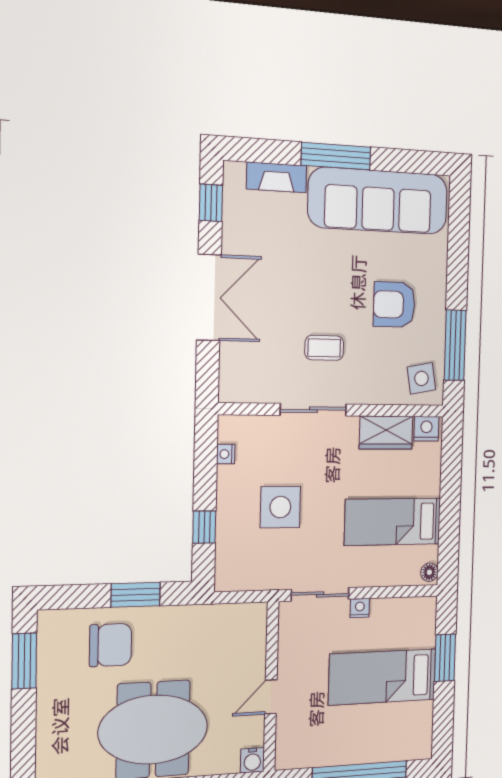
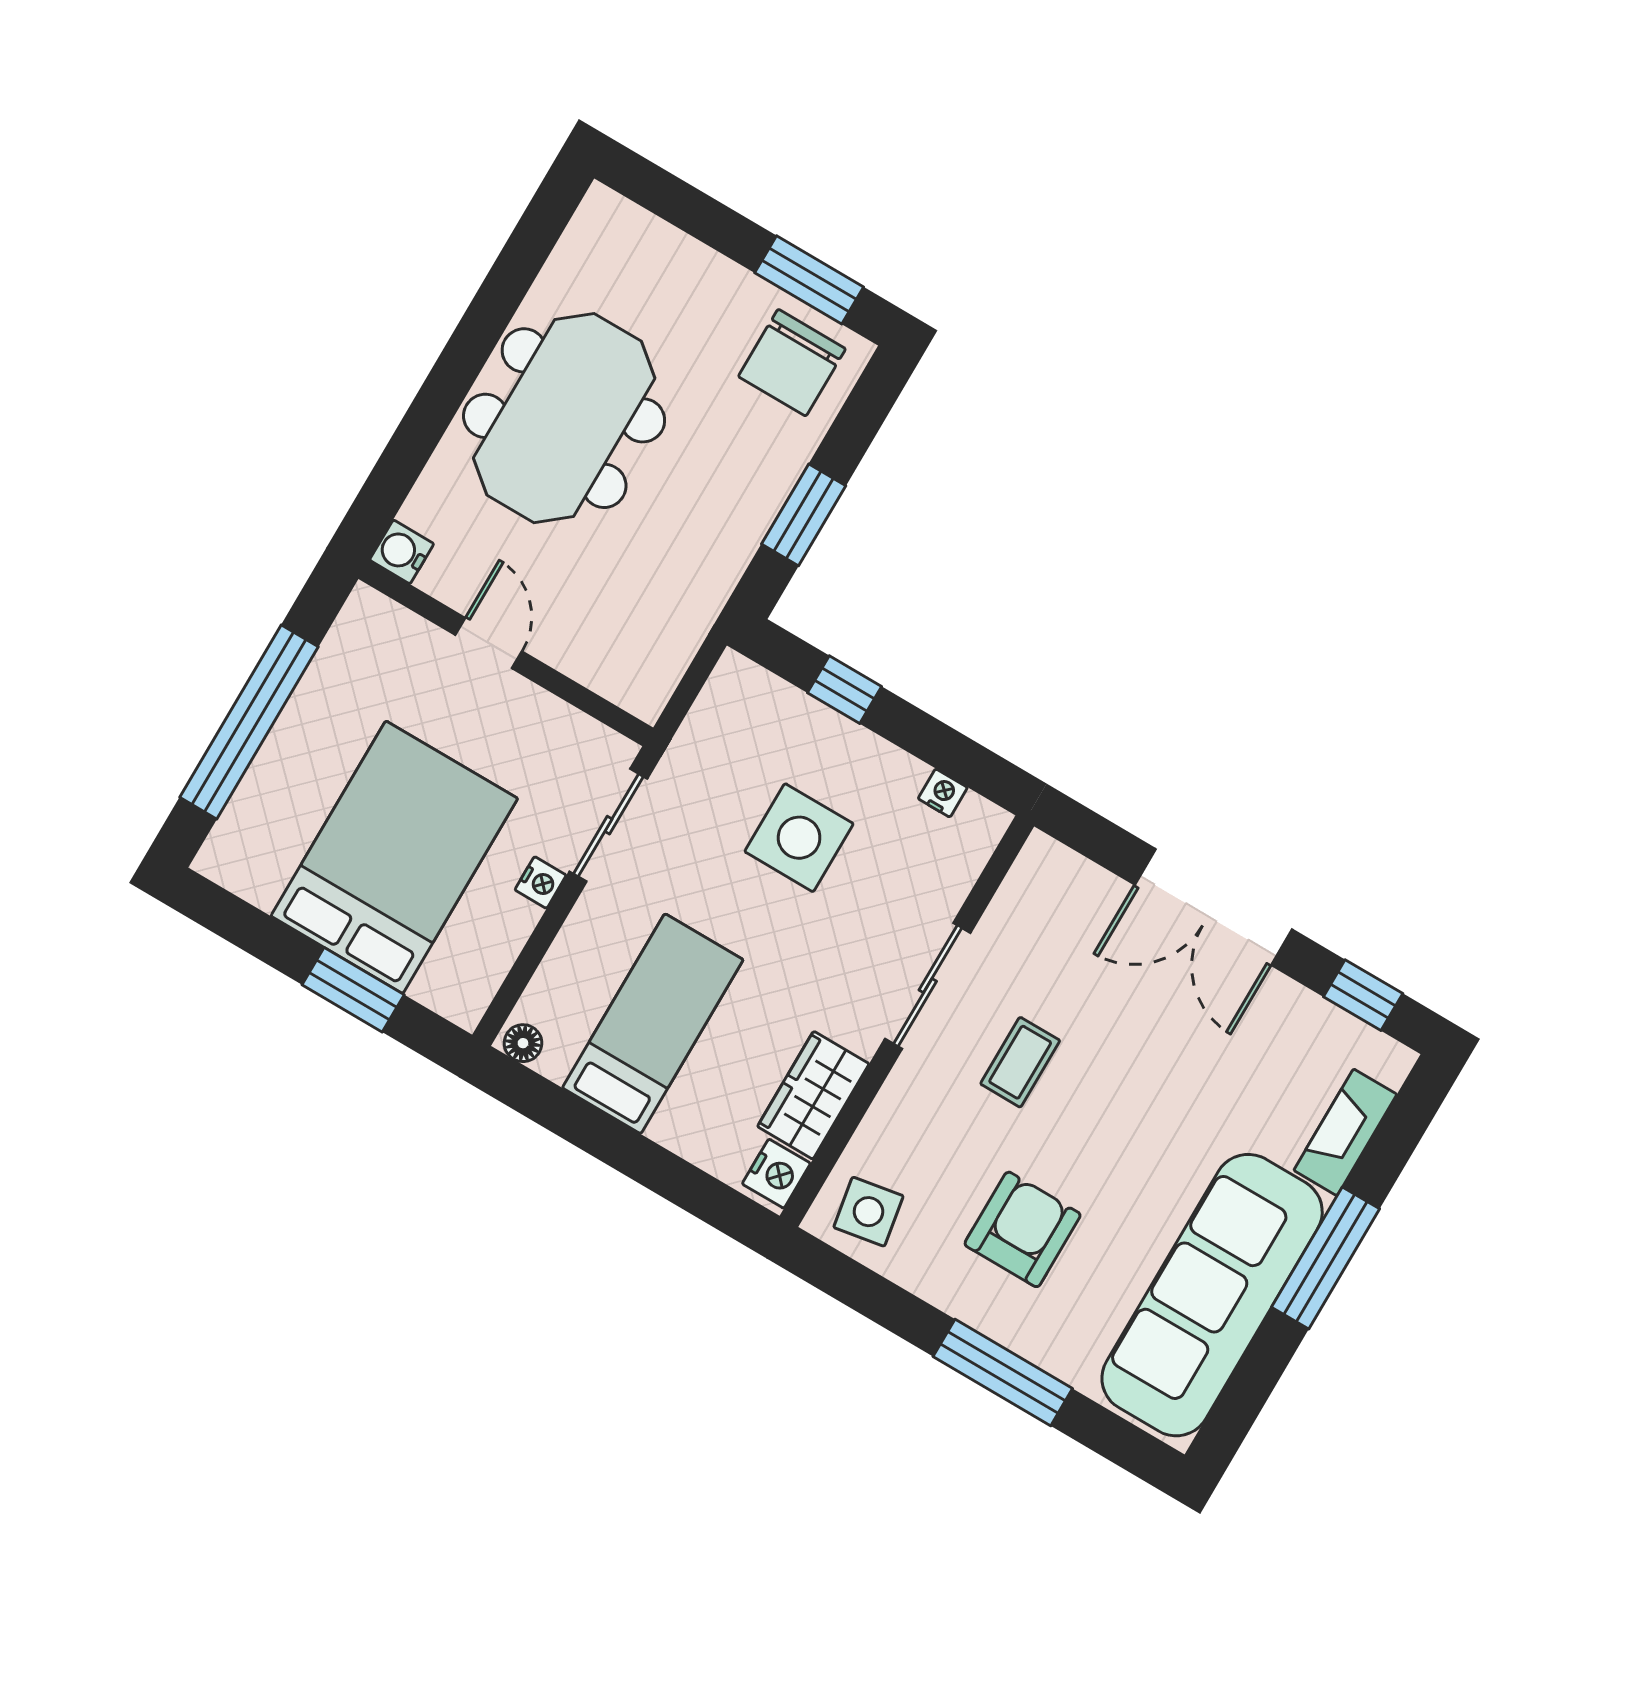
window: (455, 345) -> (1003, 1372), moved
chair: (111, 645) -> (792, 363), moved
bed: (382, 677) -> (394, 857), width x1.50

